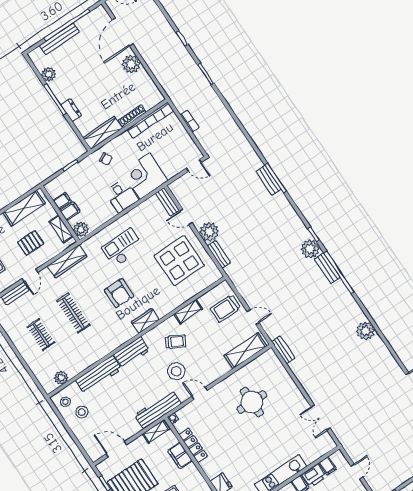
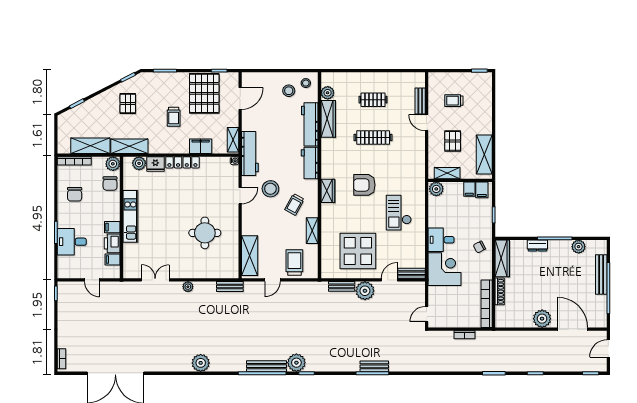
filing cabinet: (70, 211) -> (482, 190), moved
checkout: (123, 248) -> (399, 213), turned 180
wardrobe: (67, 261) -> (328, 119), moved, turned 180
bench: (327, 268) -> (267, 366), width x1.36
plant: (308, 386) -> (188, 287), added
locker: (193, 445) -> (182, 162), moved

